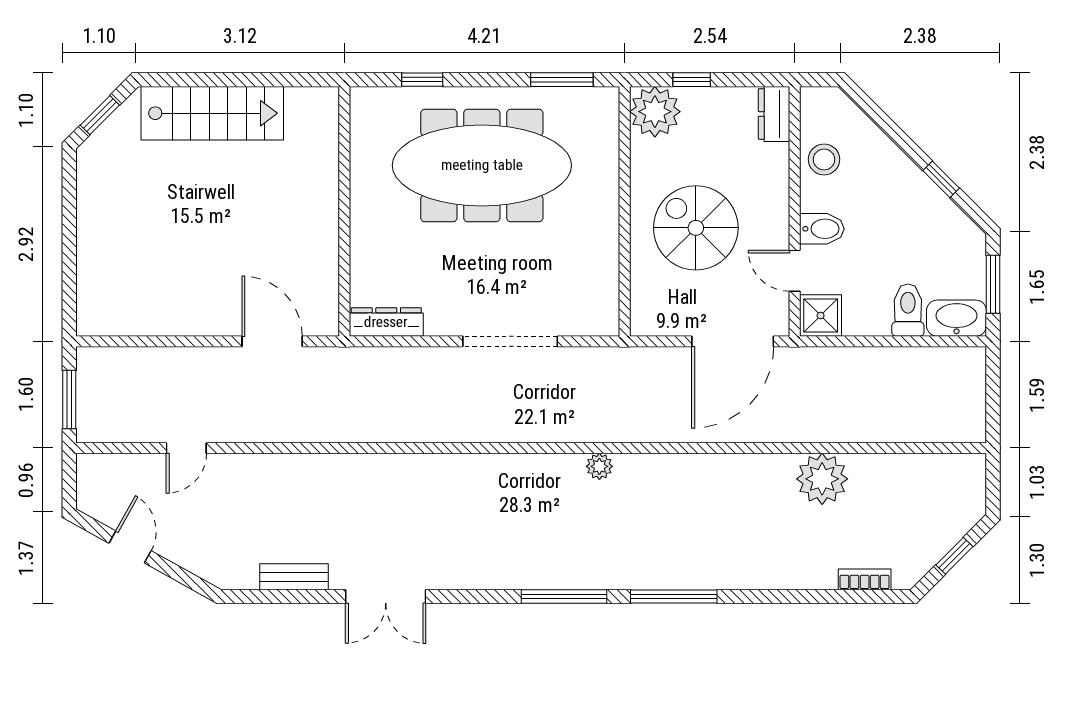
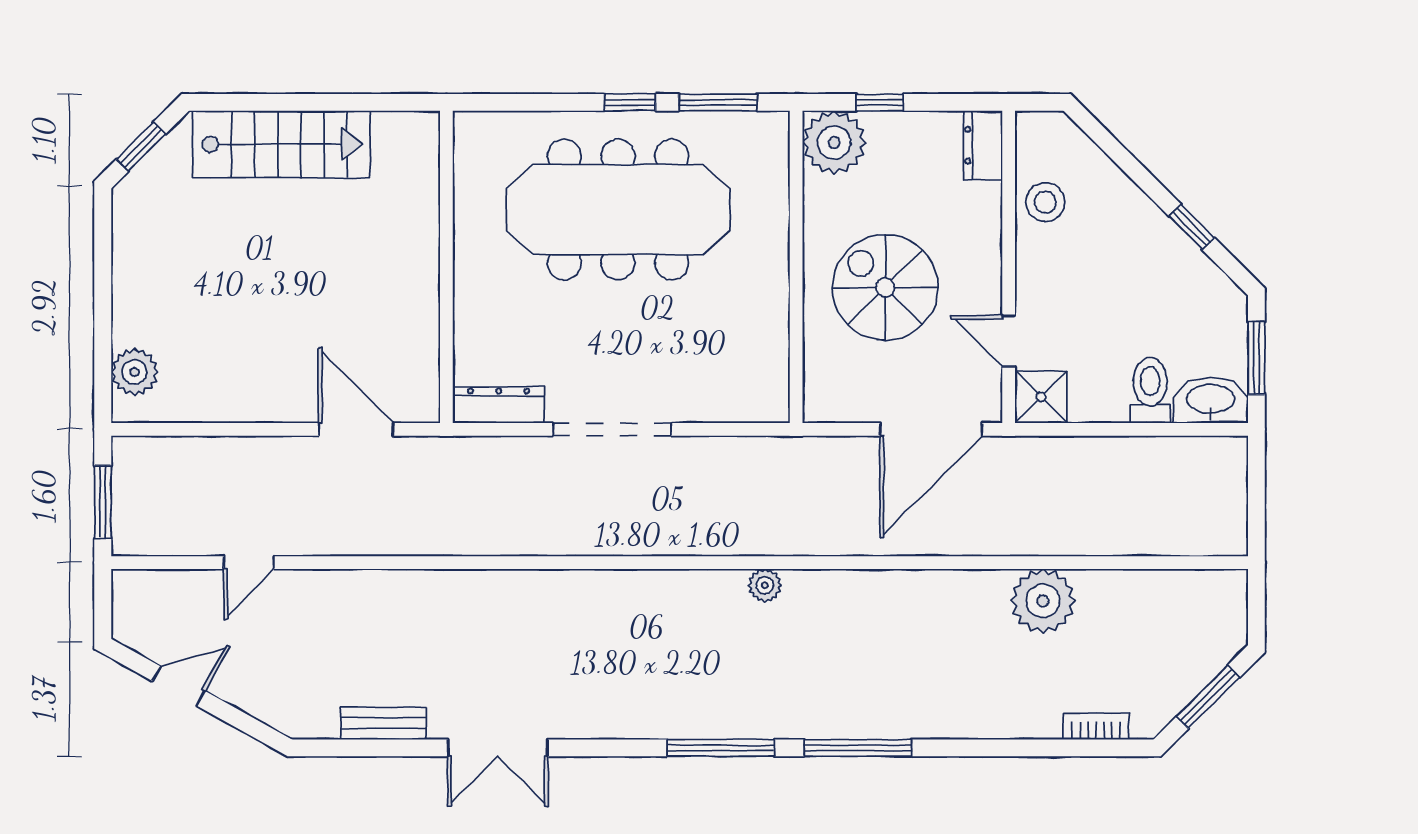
window: (422, 80) -> (630, 102), moved
bidet: (822, 229) -> (1043, 289), removed
plant: (95, 296) -> (135, 372), added
doorway: (510, 341) -> (612, 429), moved
door: (130, 547) -> (179, 686), hinge flipped
window: (954, 556) -> (1208, 697), width x1.50

